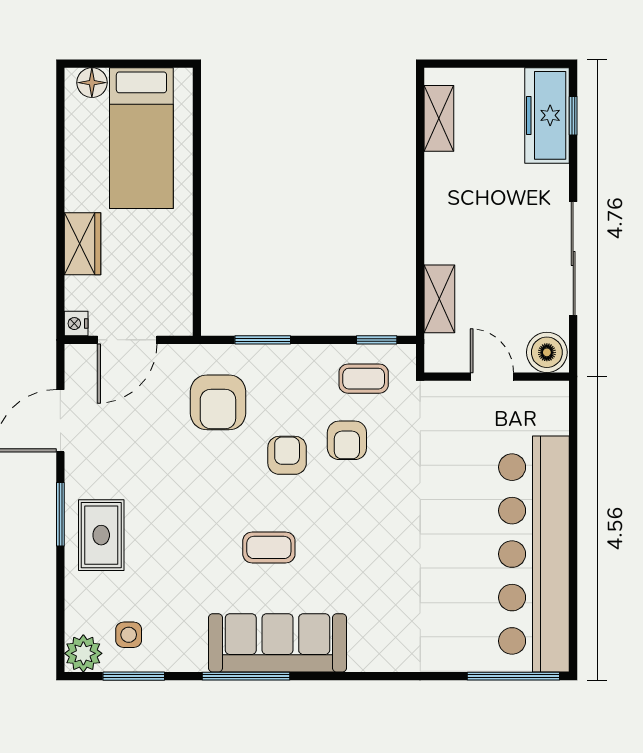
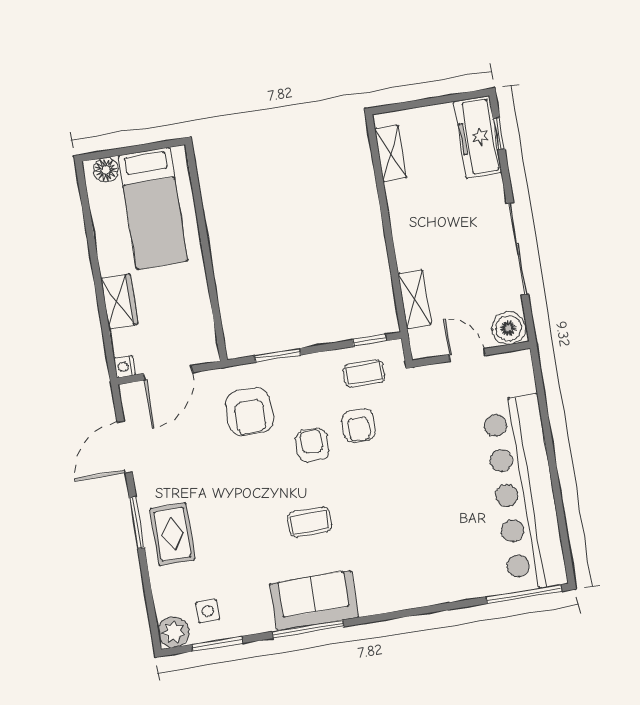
sofa: (277, 643) -> (314, 600), width x0.73

